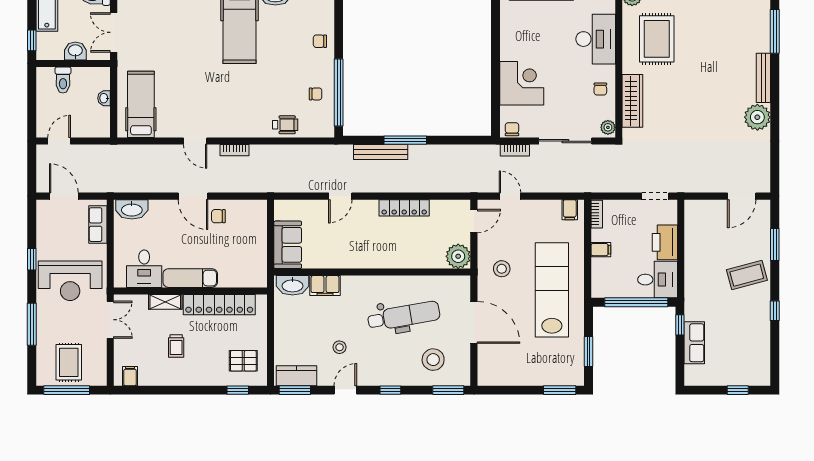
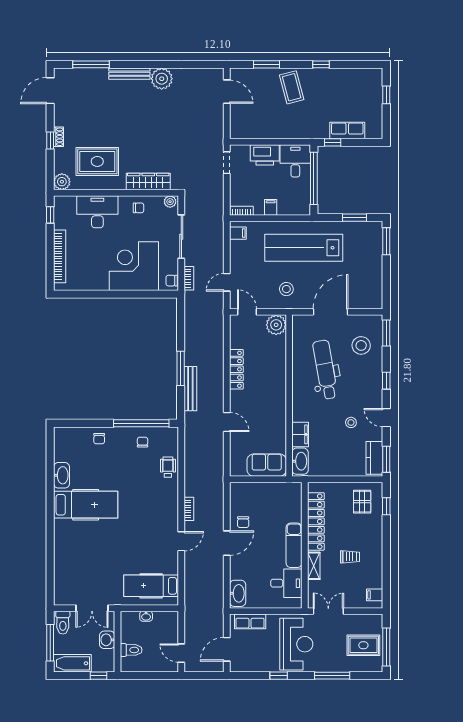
corner desk: (522, 83) -> (134, 266), width x1.36, depth x1.36

